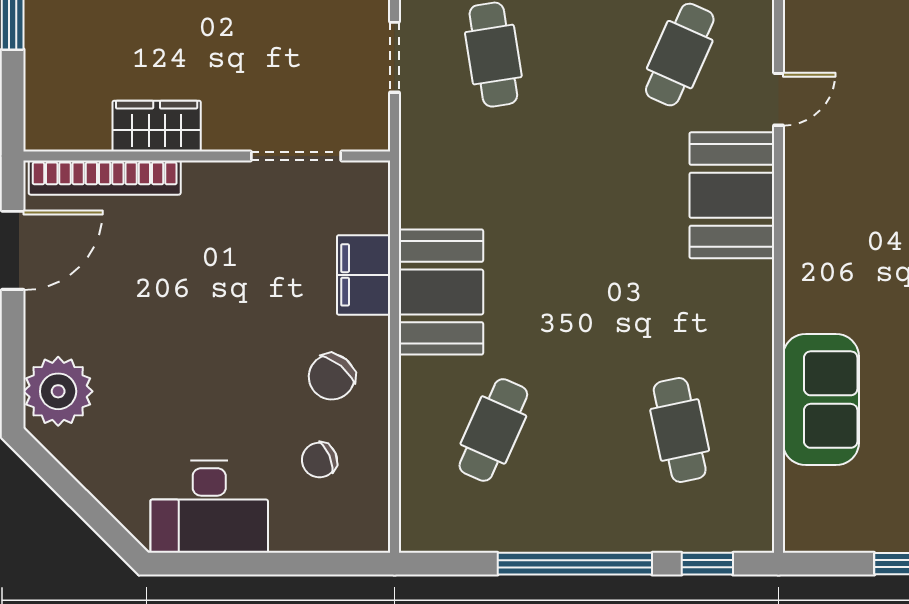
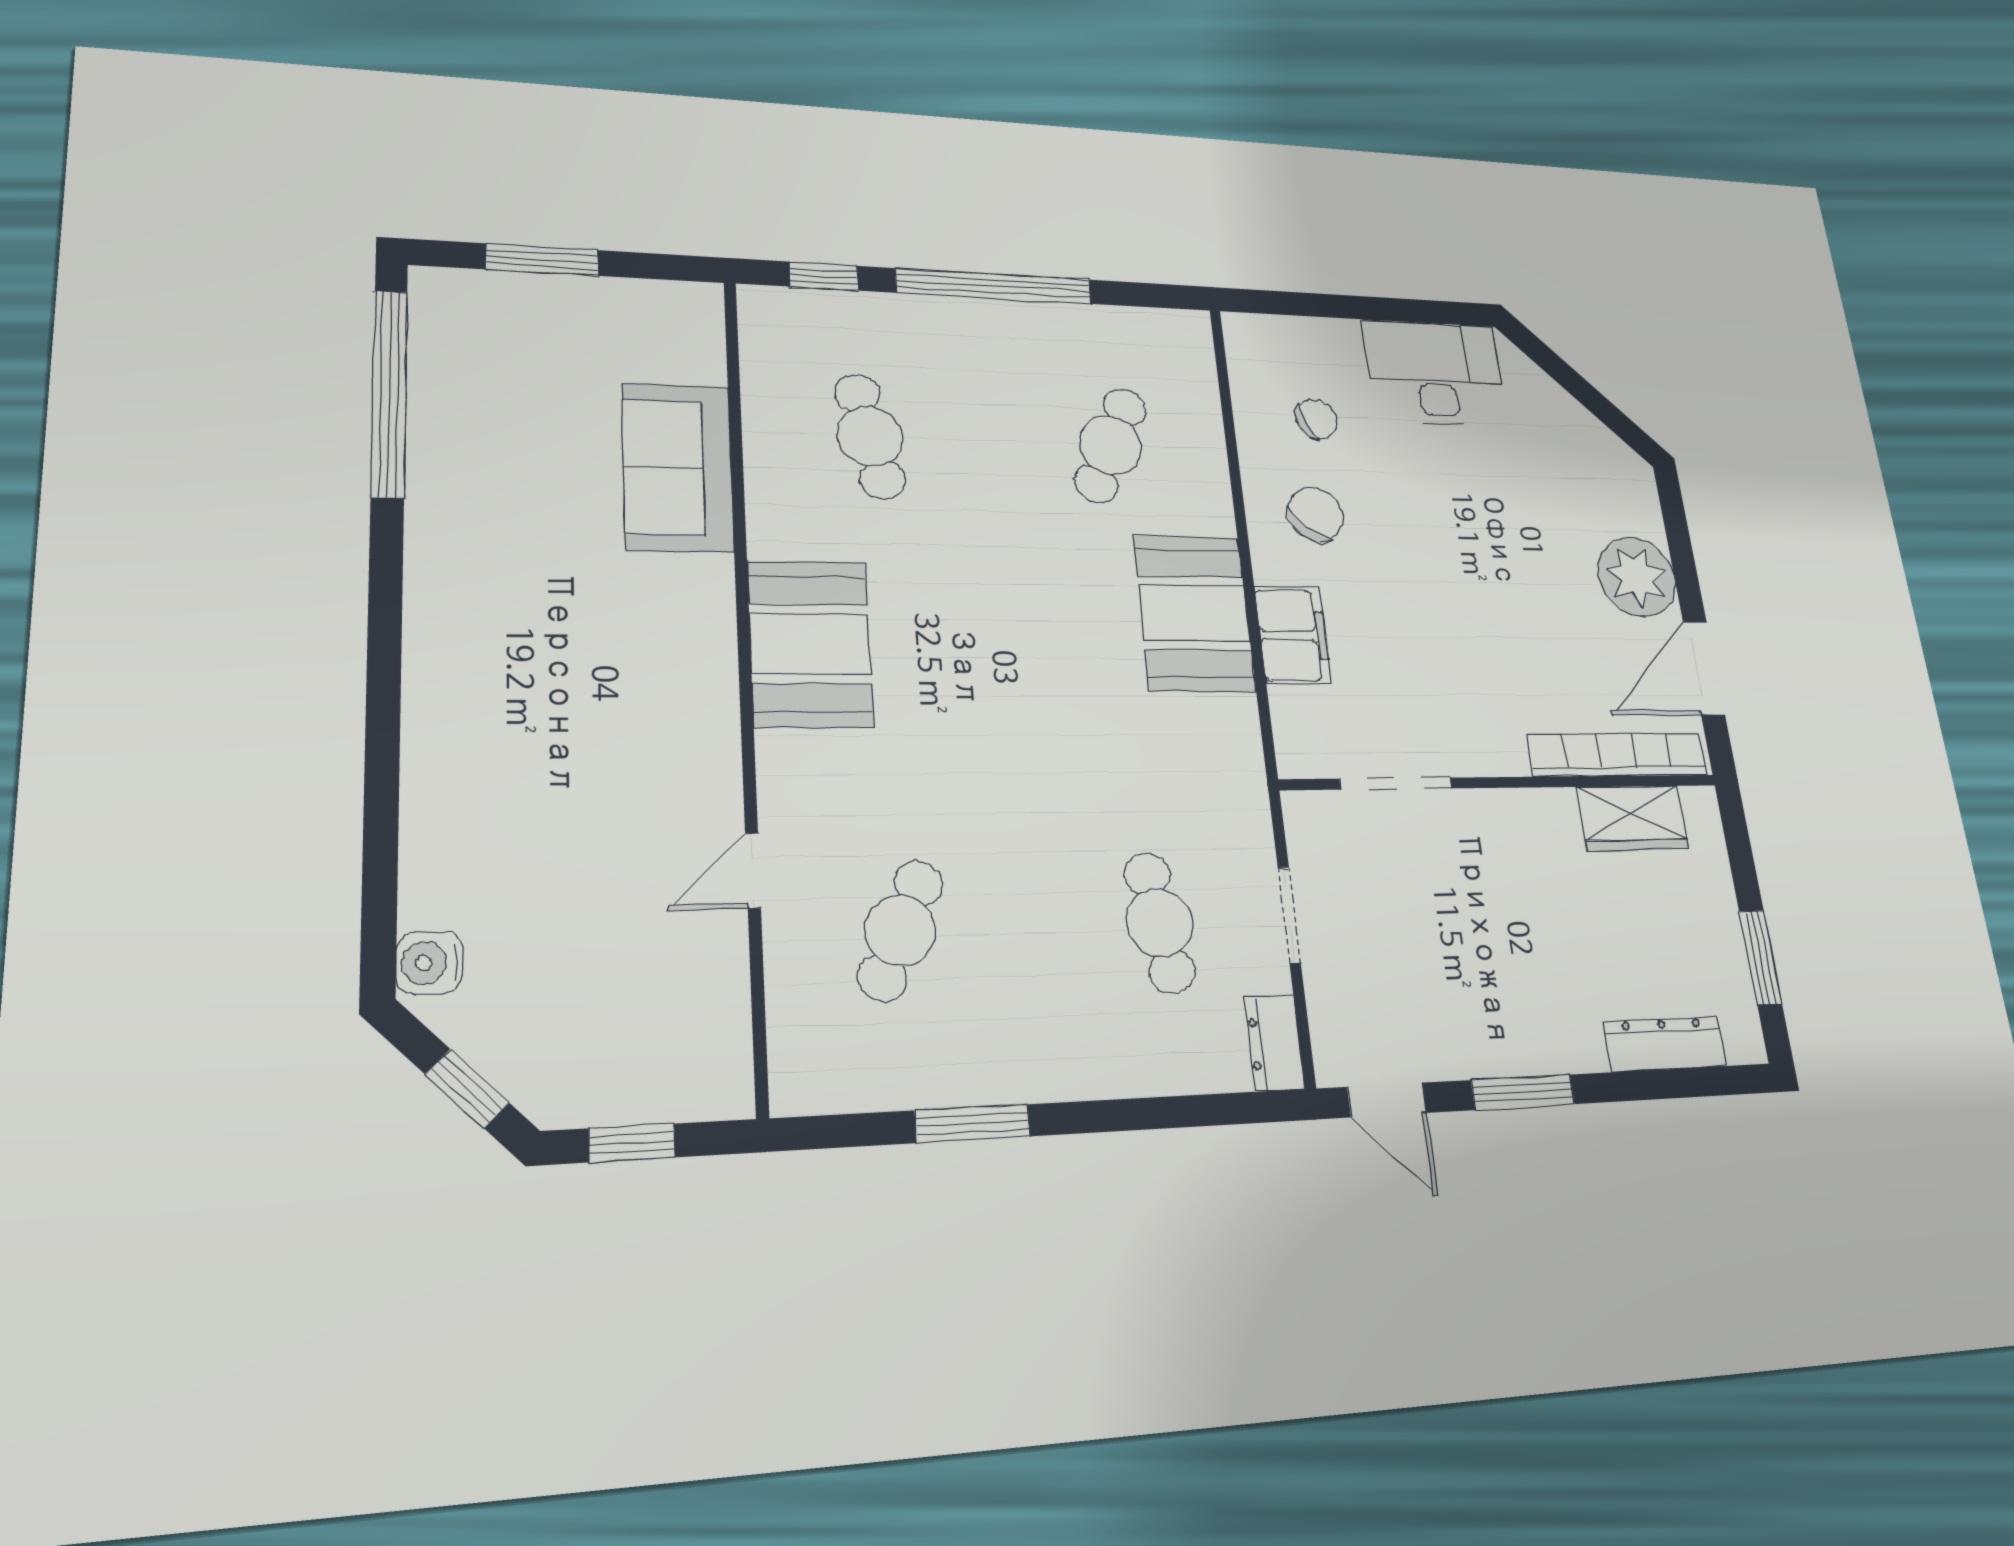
wardrobe: (157, 126) -> (1633, 818), moved
booth: (732, 195) -> (810, 644), moved
plant: (58, 391) -> (1637, 577), moved

